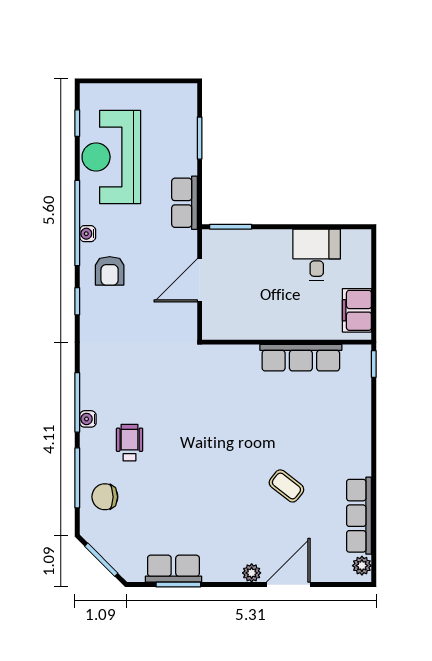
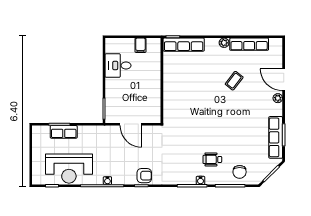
row of seats: (185, 203) -> (64, 132), moved
armchair: (110, 271) -> (144, 176), moved
filing cabinet: (357, 310) -> (140, 45), width x0.50
row of seats: (301, 358) -> (184, 45), moved, turned 90
plant: (362, 566) -> (224, 43), moved
row of seats: (173, 569) -> (276, 137), width x1.48

